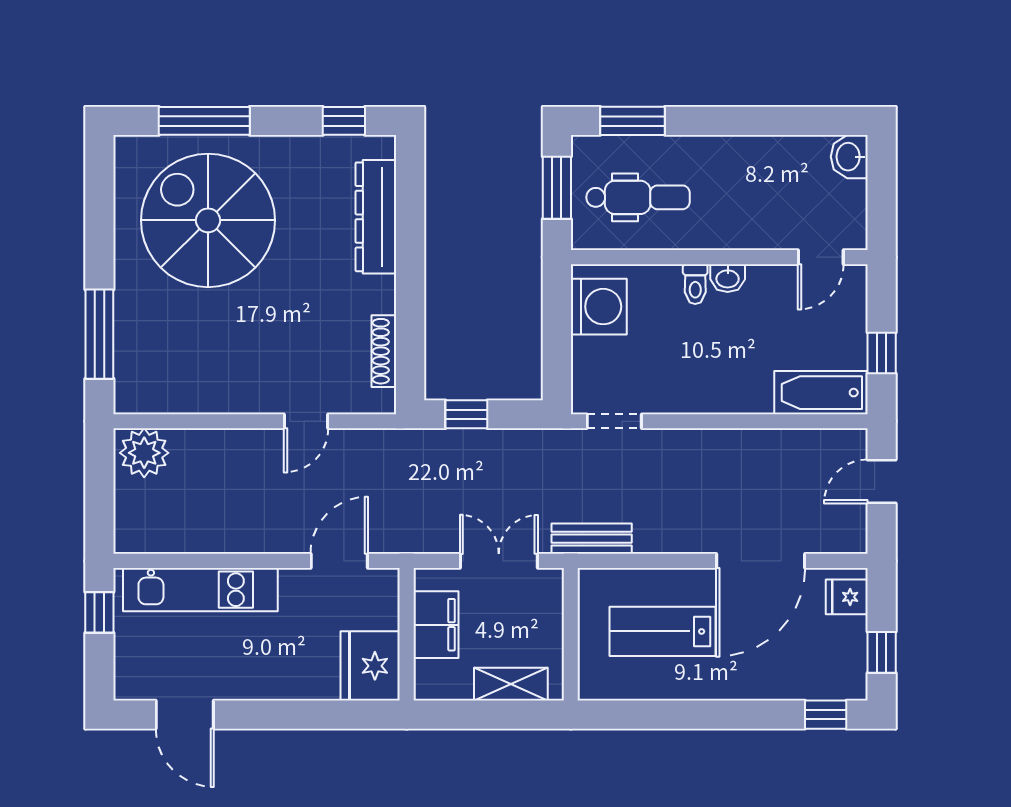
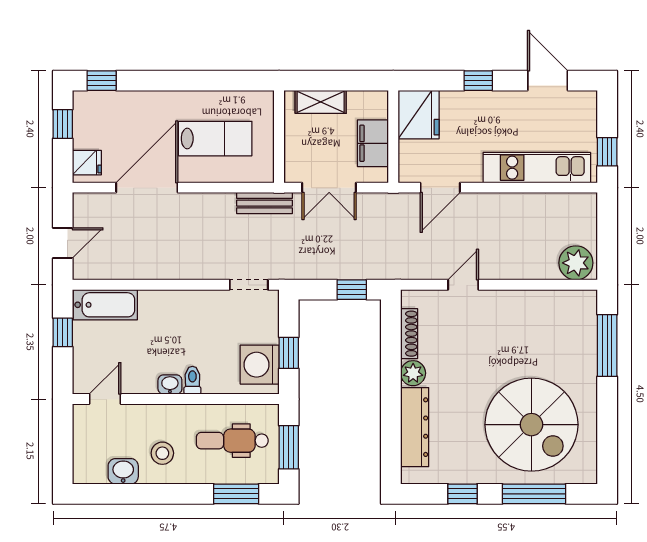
window: (344, 121) -> (462, 494), moved
washbasin: (849, 157) -> (123, 471), moved, turned -90
stool: (738, 179) -> (162, 453), added
plant: (378, 294) -> (413, 373), added
window: (557, 324) -> (289, 353), added
window: (284, 715) -> (478, 81), added

